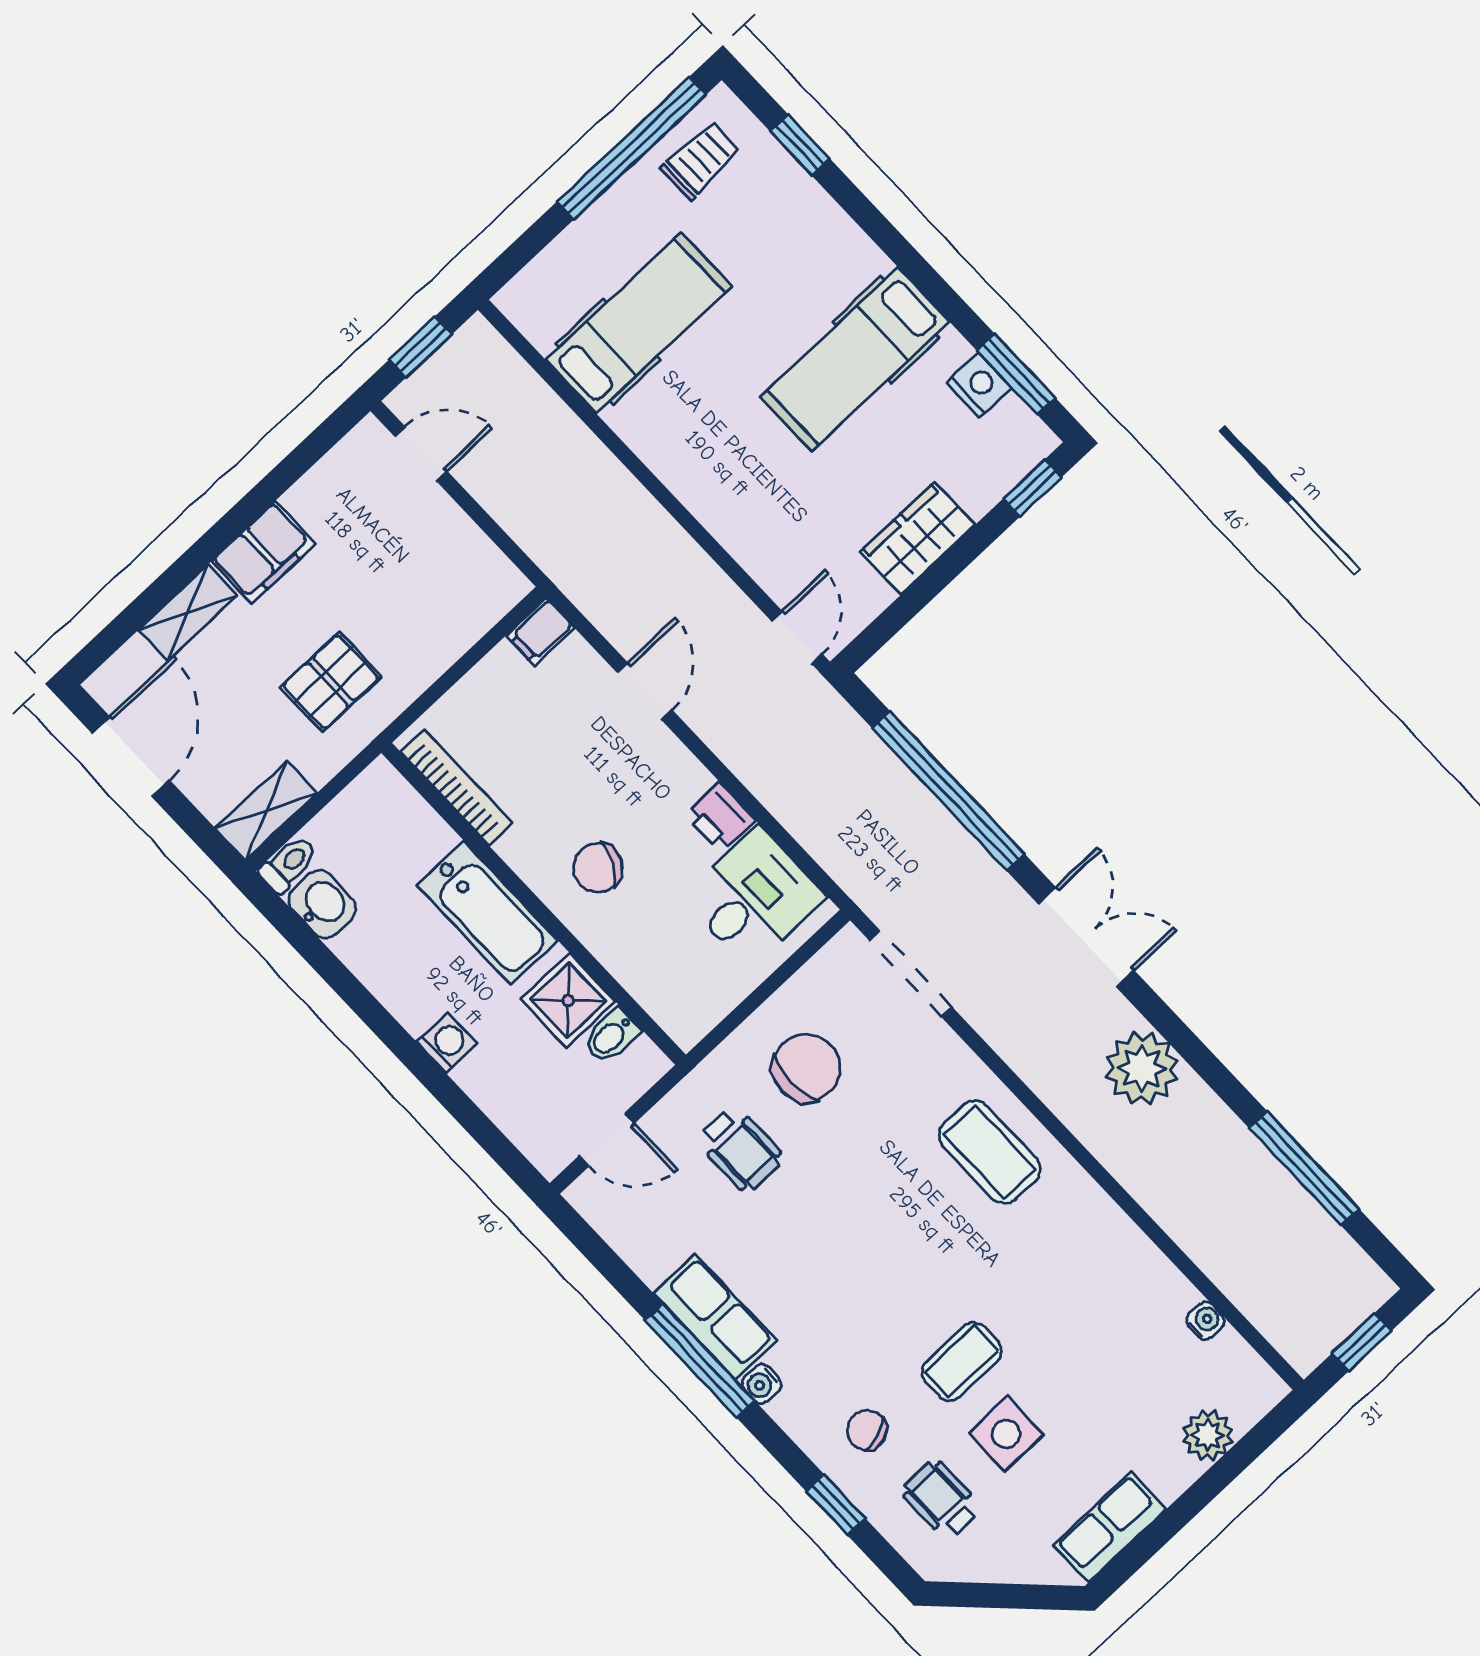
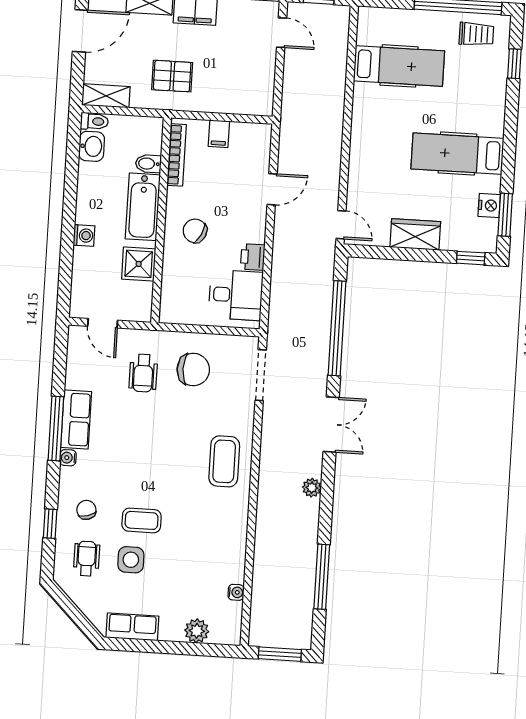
filing cabinet: (540, 631) -> (219, 134), moved, turned -90
door: (797, 637) -> (341, 225), hinge flipped
bidet: (611, 1036) -> (148, 164), moved
plant: (1142, 1068) -> (312, 488), width x0.53, depth x0.53
window: (1361, 1342) -> (280, 654), width x1.50

